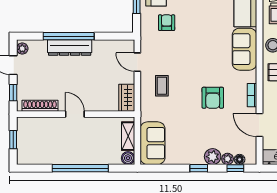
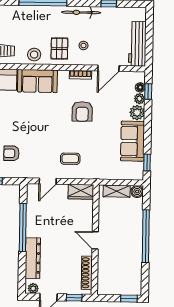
window: (69, 36) -> (23, 227), moved
dresser: (70, 48) -> (33, 258), moved
armchair: (213, 98) -> (82, 111), turned 90
door: (75, 114) -> (95, 240), hinge flipped
window: (13, 140) -> (129, 299), moved
sofa: (153, 143) -> (133, 141), moved, turned -90
window: (199, 168) -> (147, 163), moved

